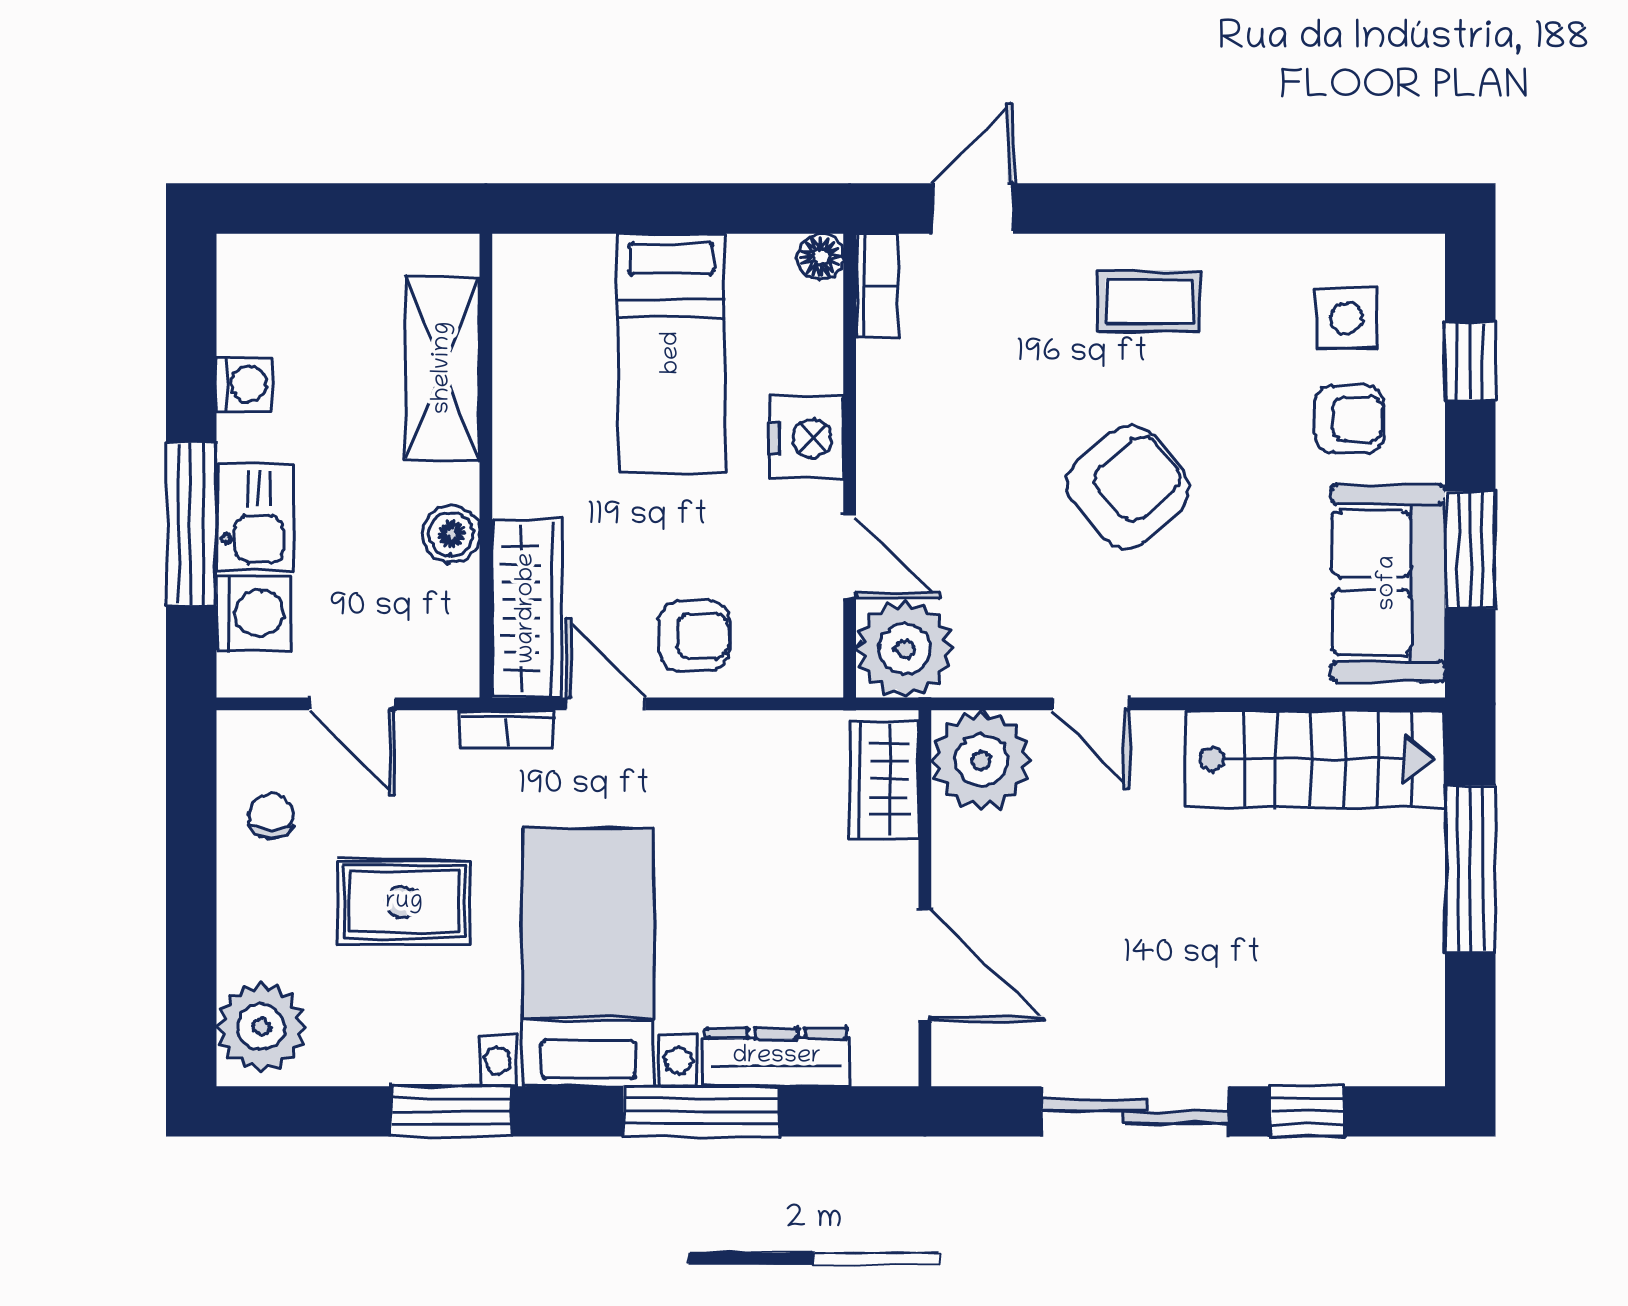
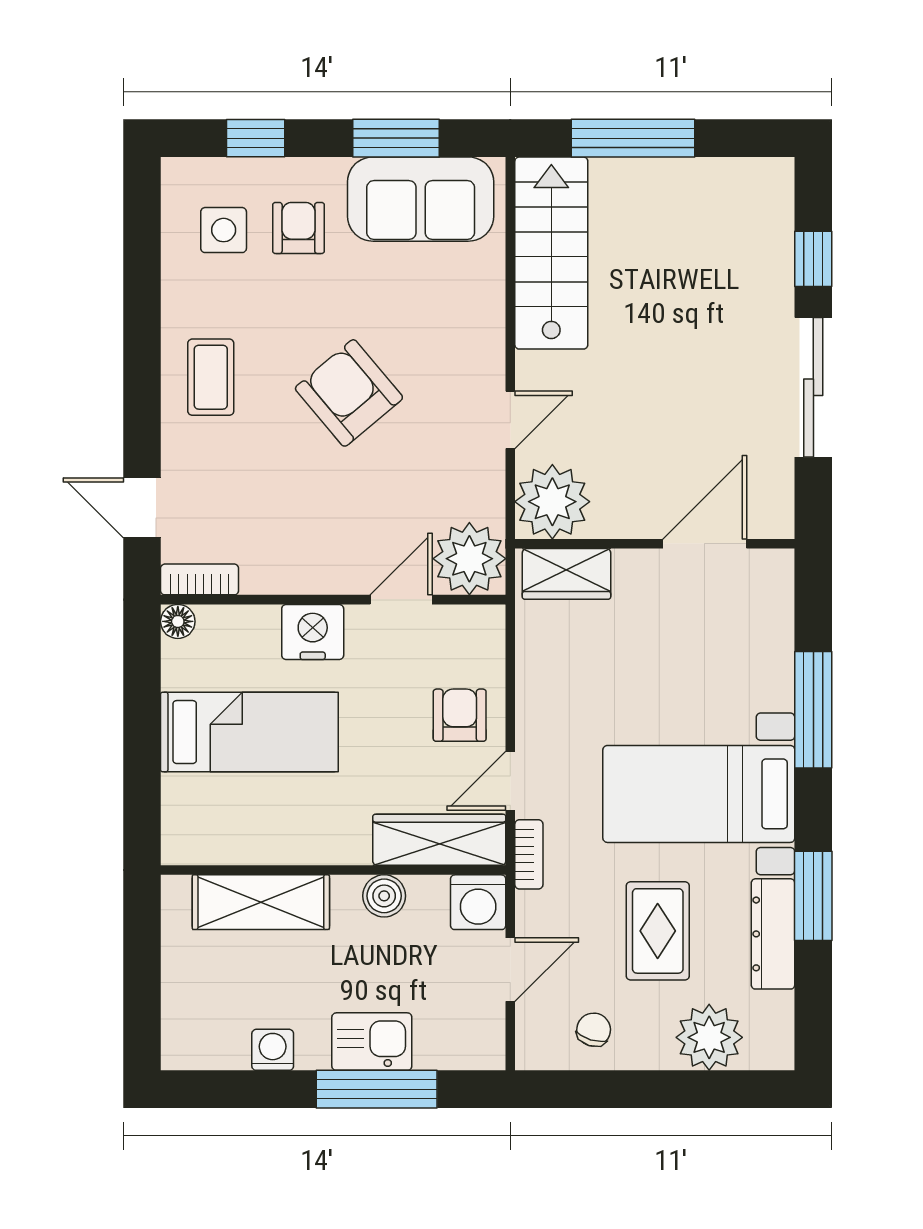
washing machine: (253, 613) -> (478, 902), moved, turned 180
chair: (271, 816) -> (594, 1030), turned 107
plant: (261, 1027) -> (709, 1037), moved
dresser: (777, 1057) -> (773, 934), moved

